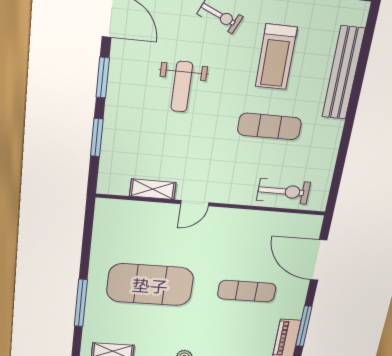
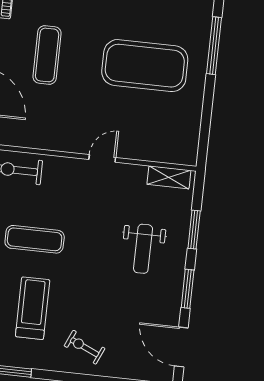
weight bench: (182, 87) -> (143, 249), moved, turned 180
shelving: (153, 189) -> (169, 177), moved
exercise mat: (247, 291) -> (47, 55), turned 90

